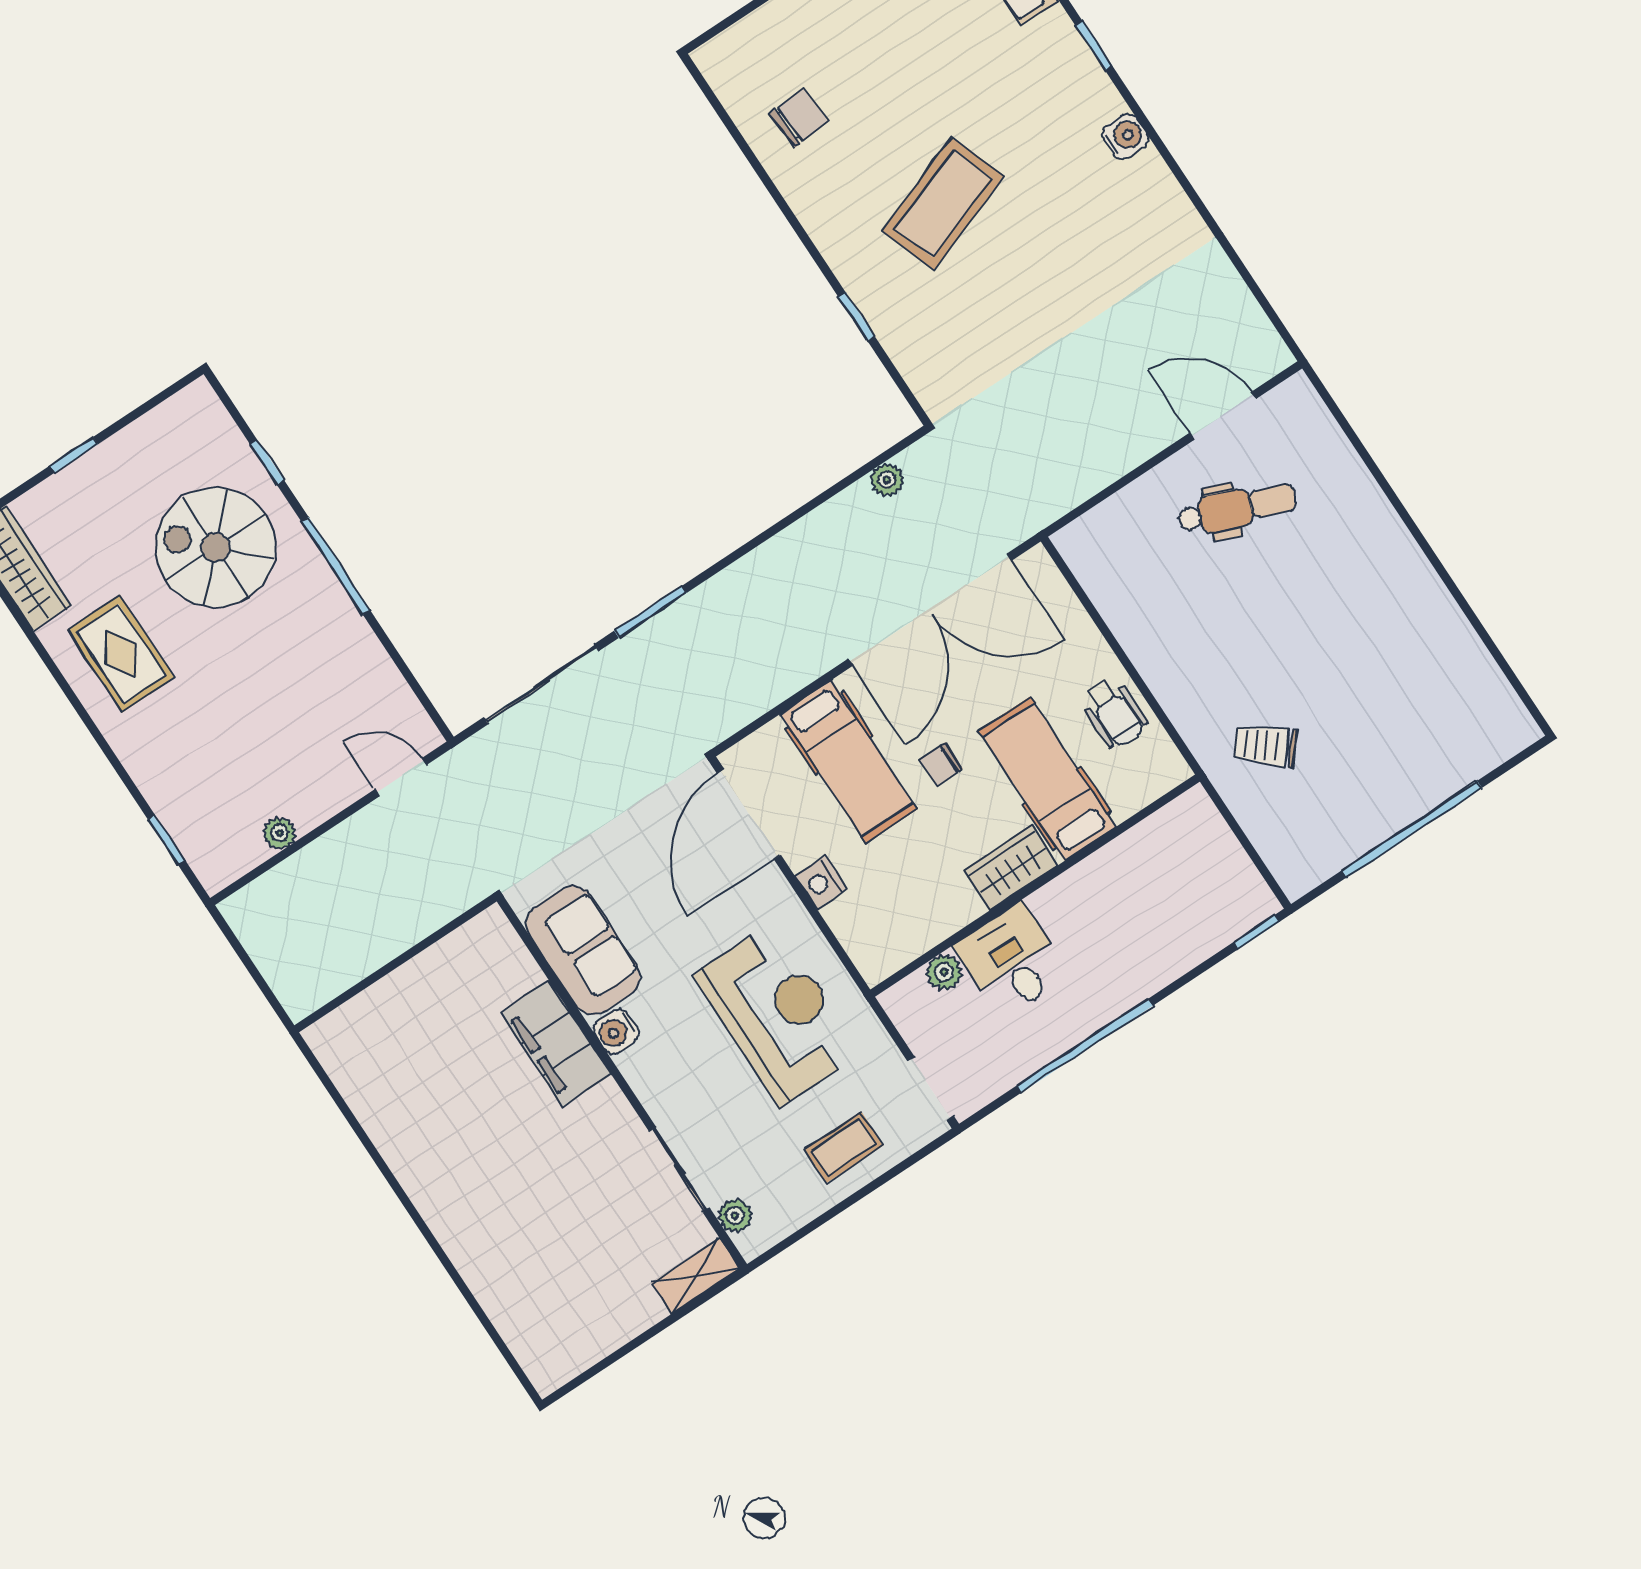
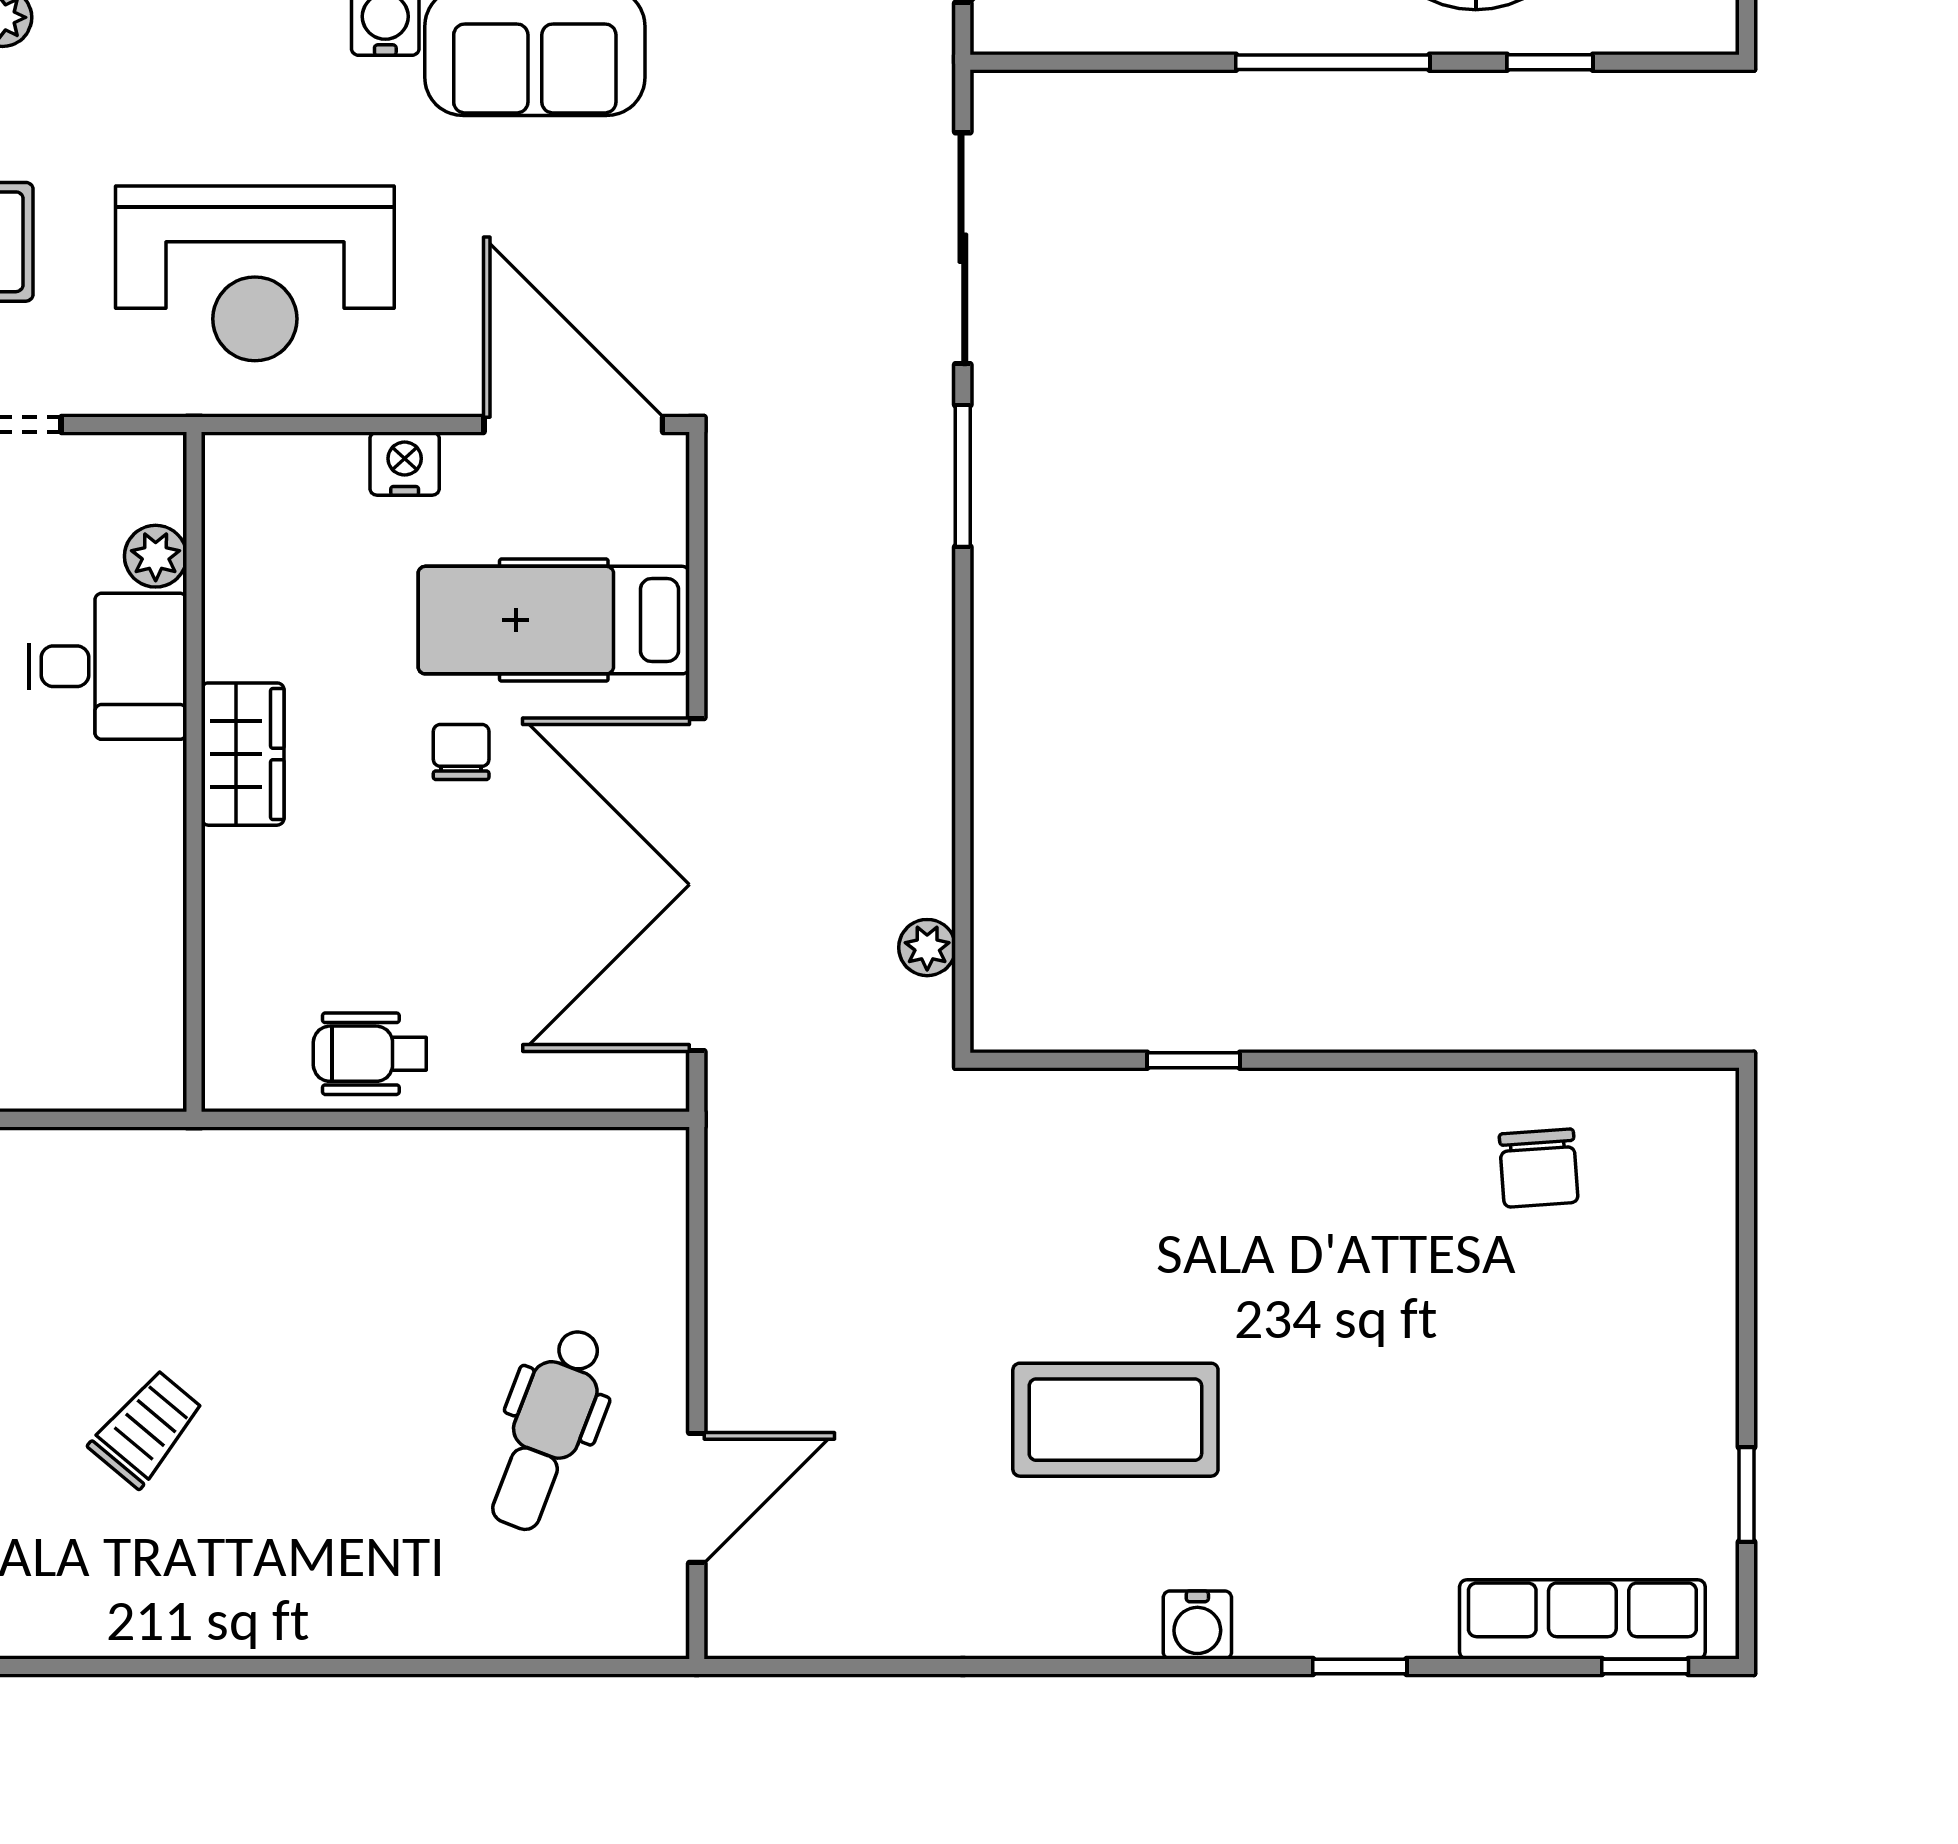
coffee table: (943, 203) -> (1115, 1420), moved, turned -70
trolley: (1265, 746) -> (146, 1429), moved
hospital bed: (1047, 779) -> (337, 893), removed

